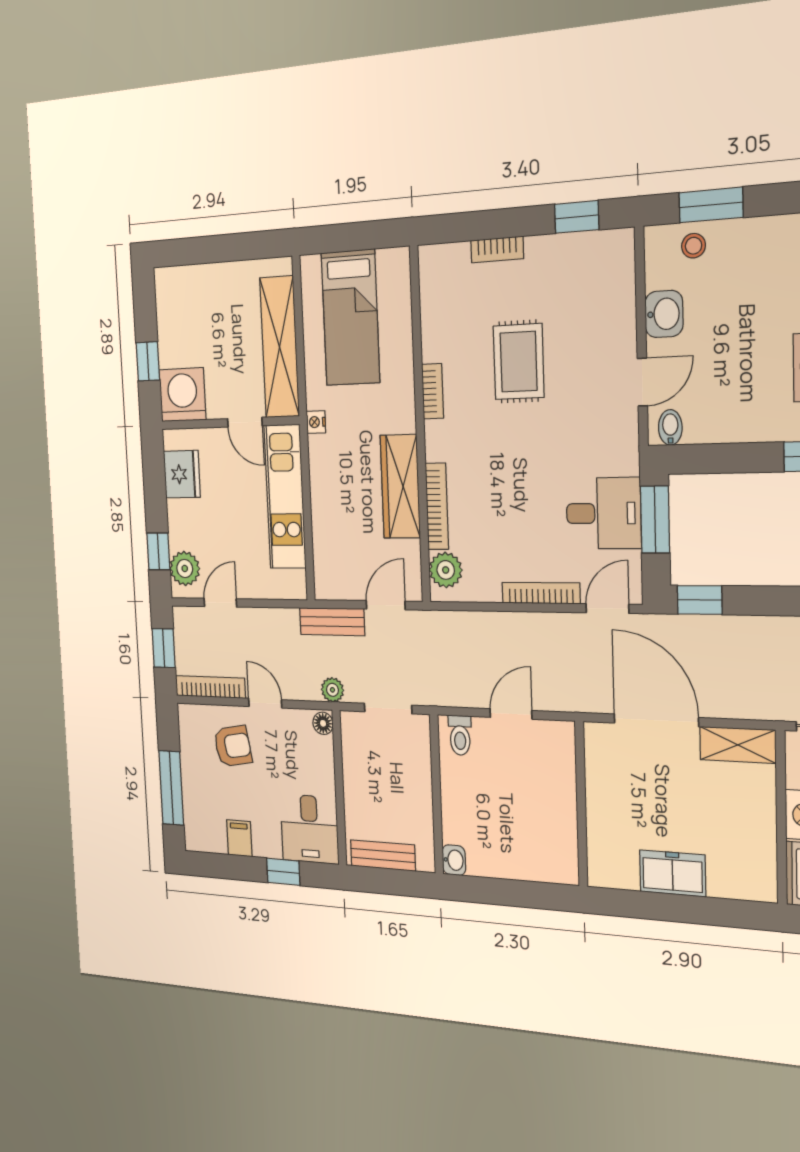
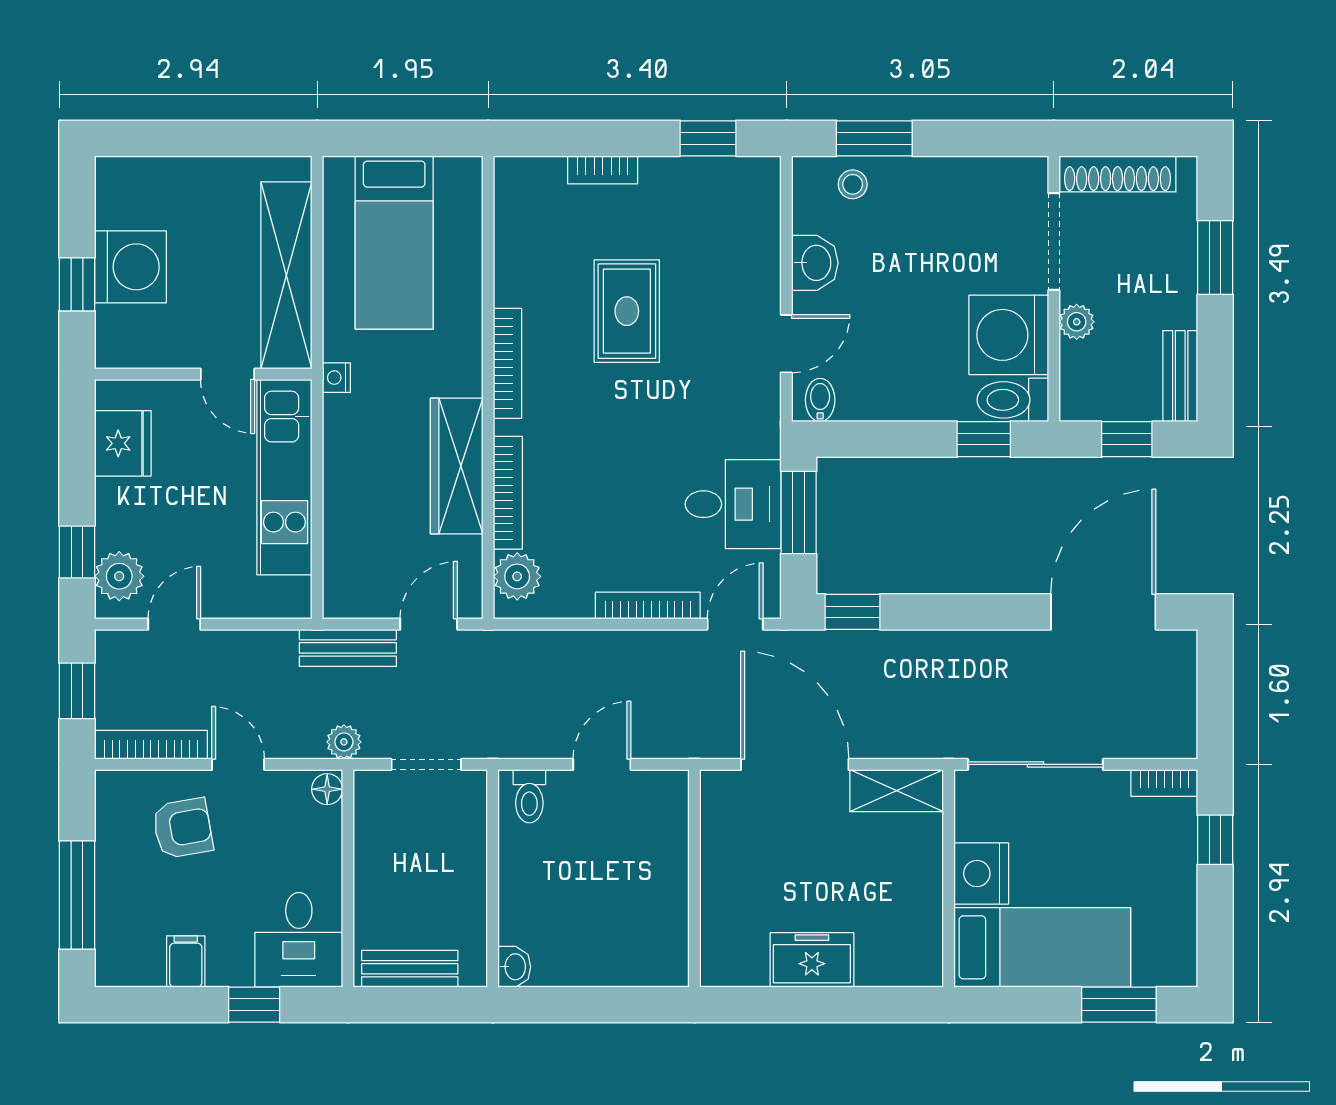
bookcase: (433, 391) -> (508, 363), width x1.56
washing machine: (182, 395) -> (130, 267), moved, turned 90

